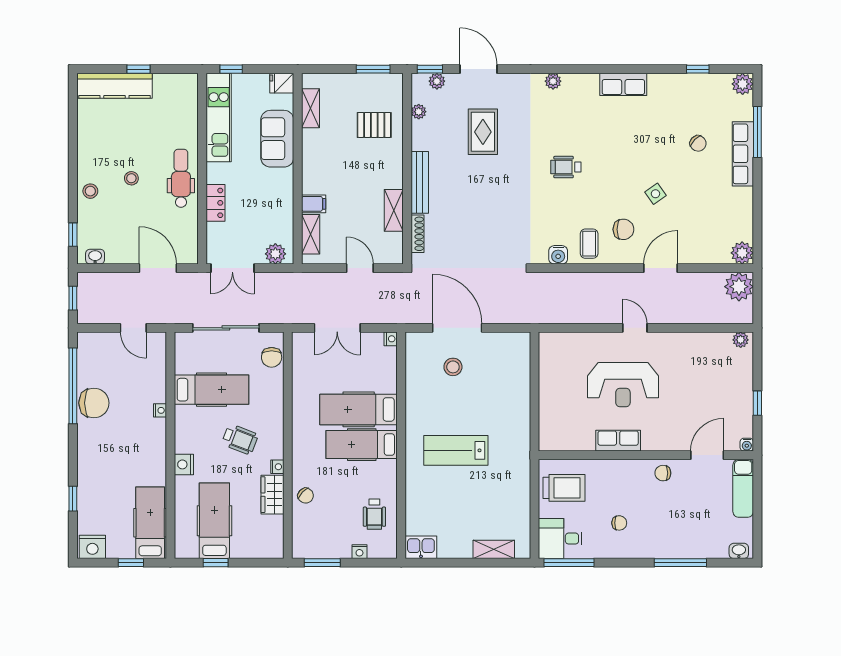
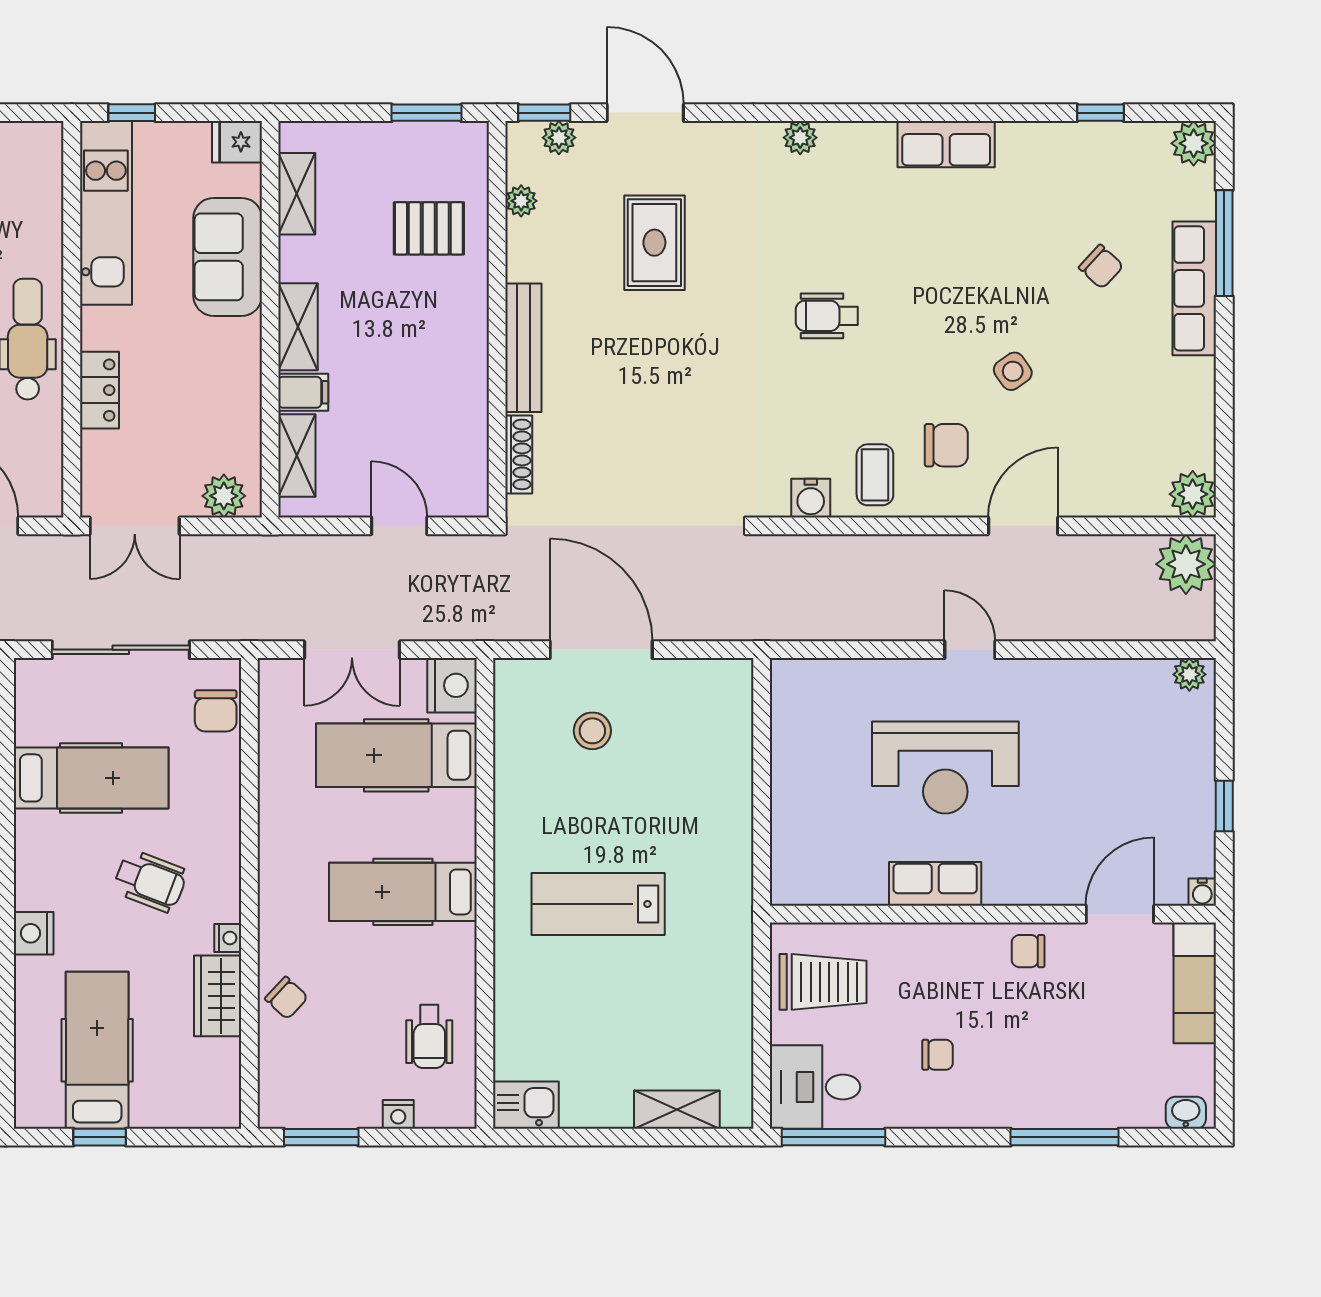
shelving: (394, 210) -> (298, 327), moved
nightstand: (391, 339) -> (452, 685), width x1.89, depth x1.79
hospital bed: (359, 409) -> (396, 755), moved

